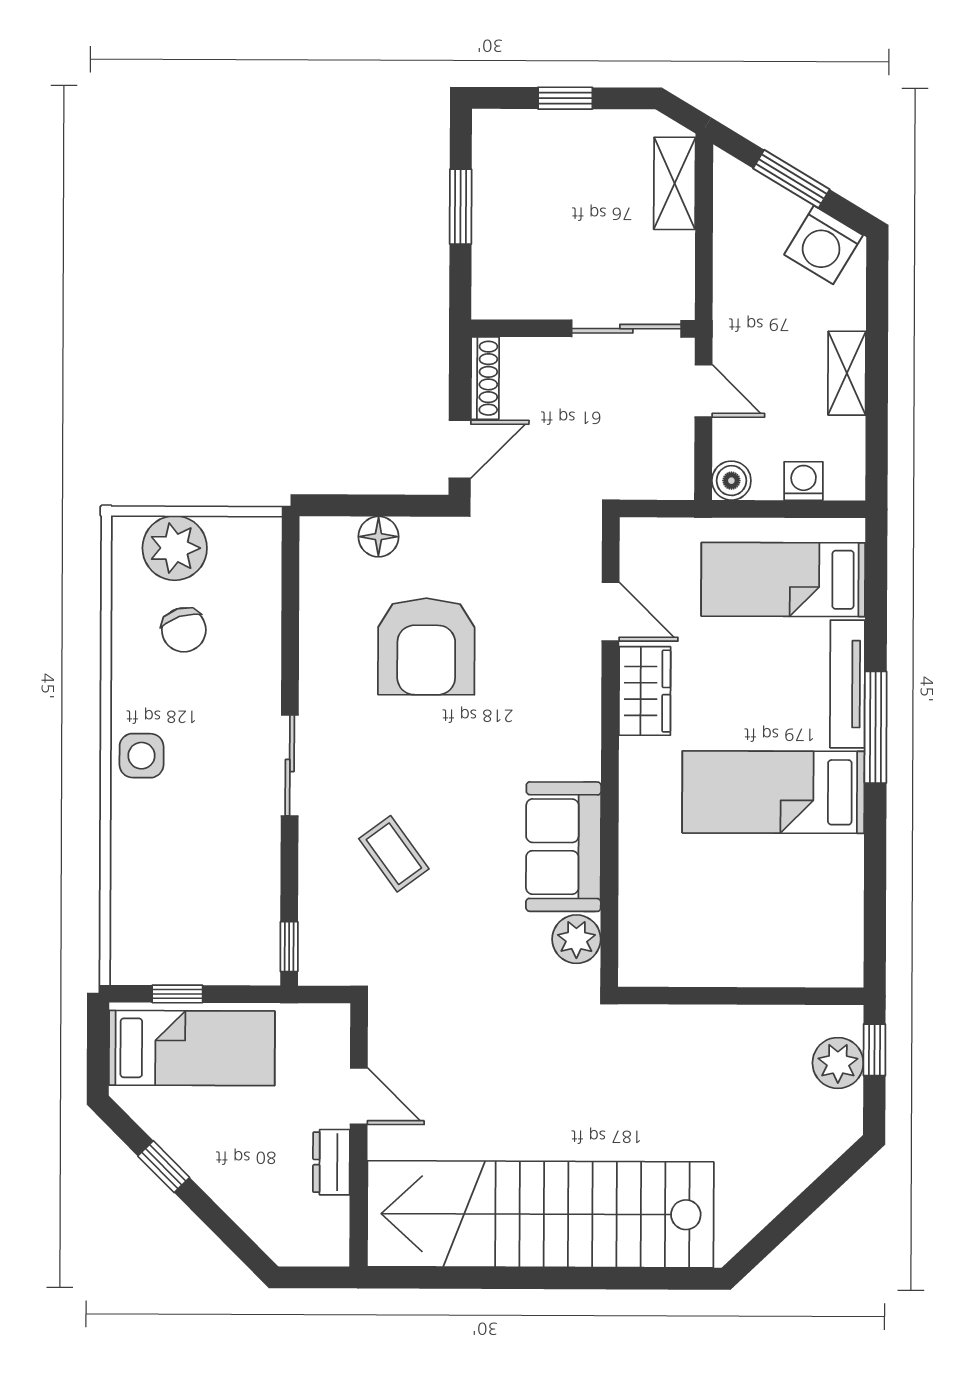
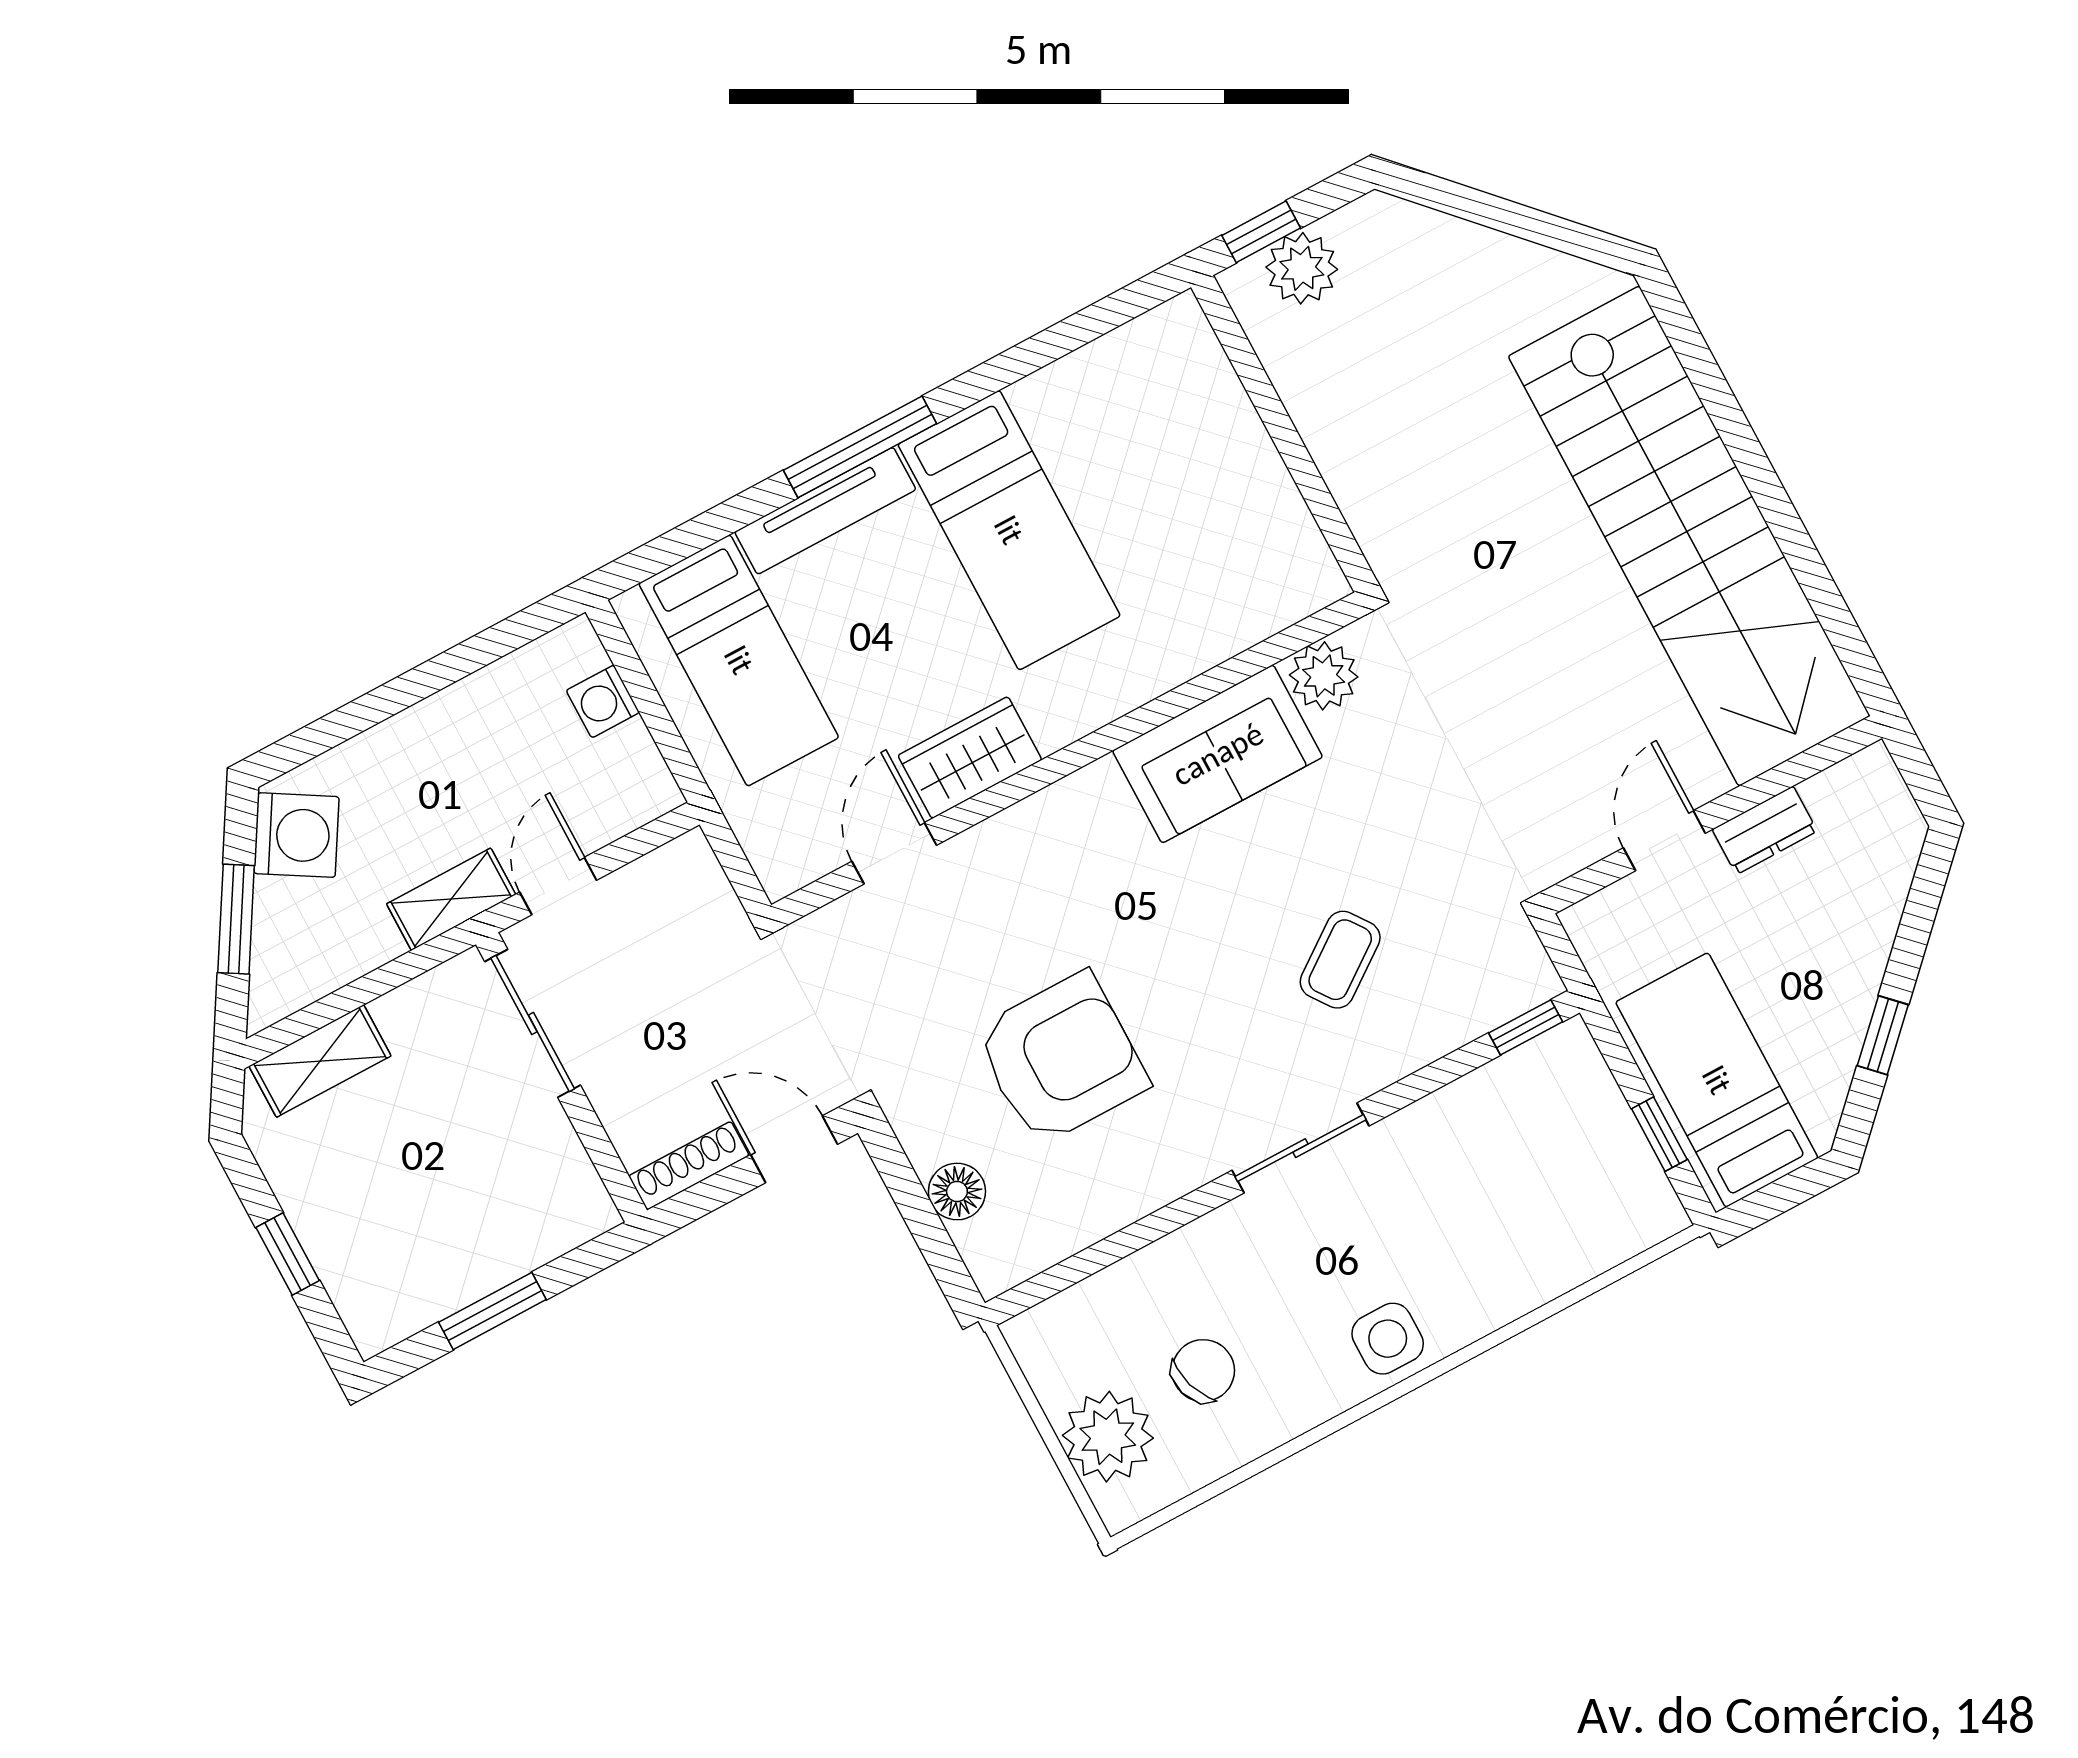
shelving: (847, 373) -> (451, 899), moved
boiler: (731, 481) -> (651, 791), removed

